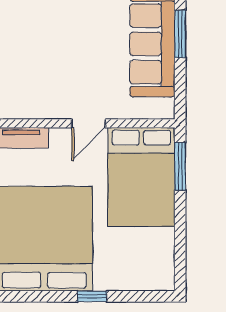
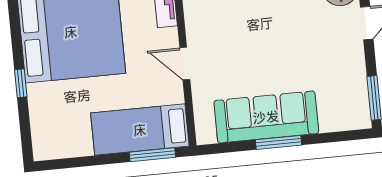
bed: (141, 177) -> (140, 130), width x0.67

